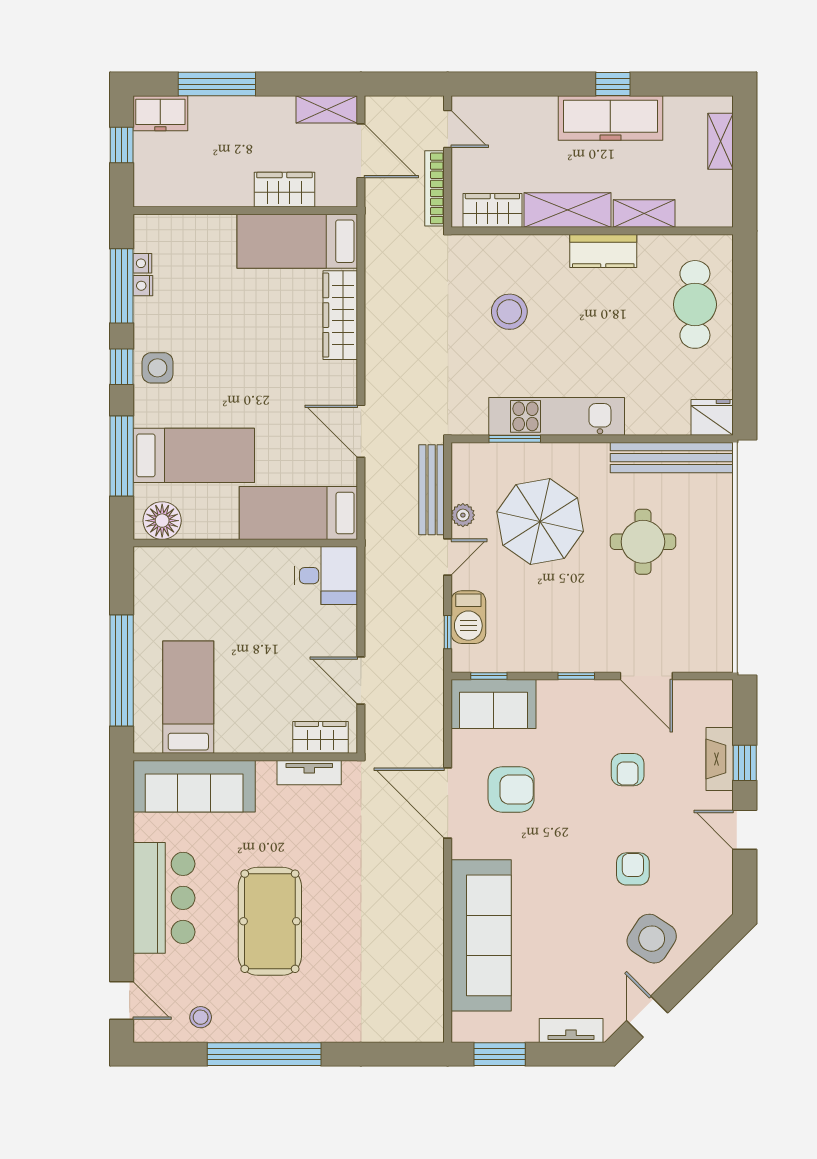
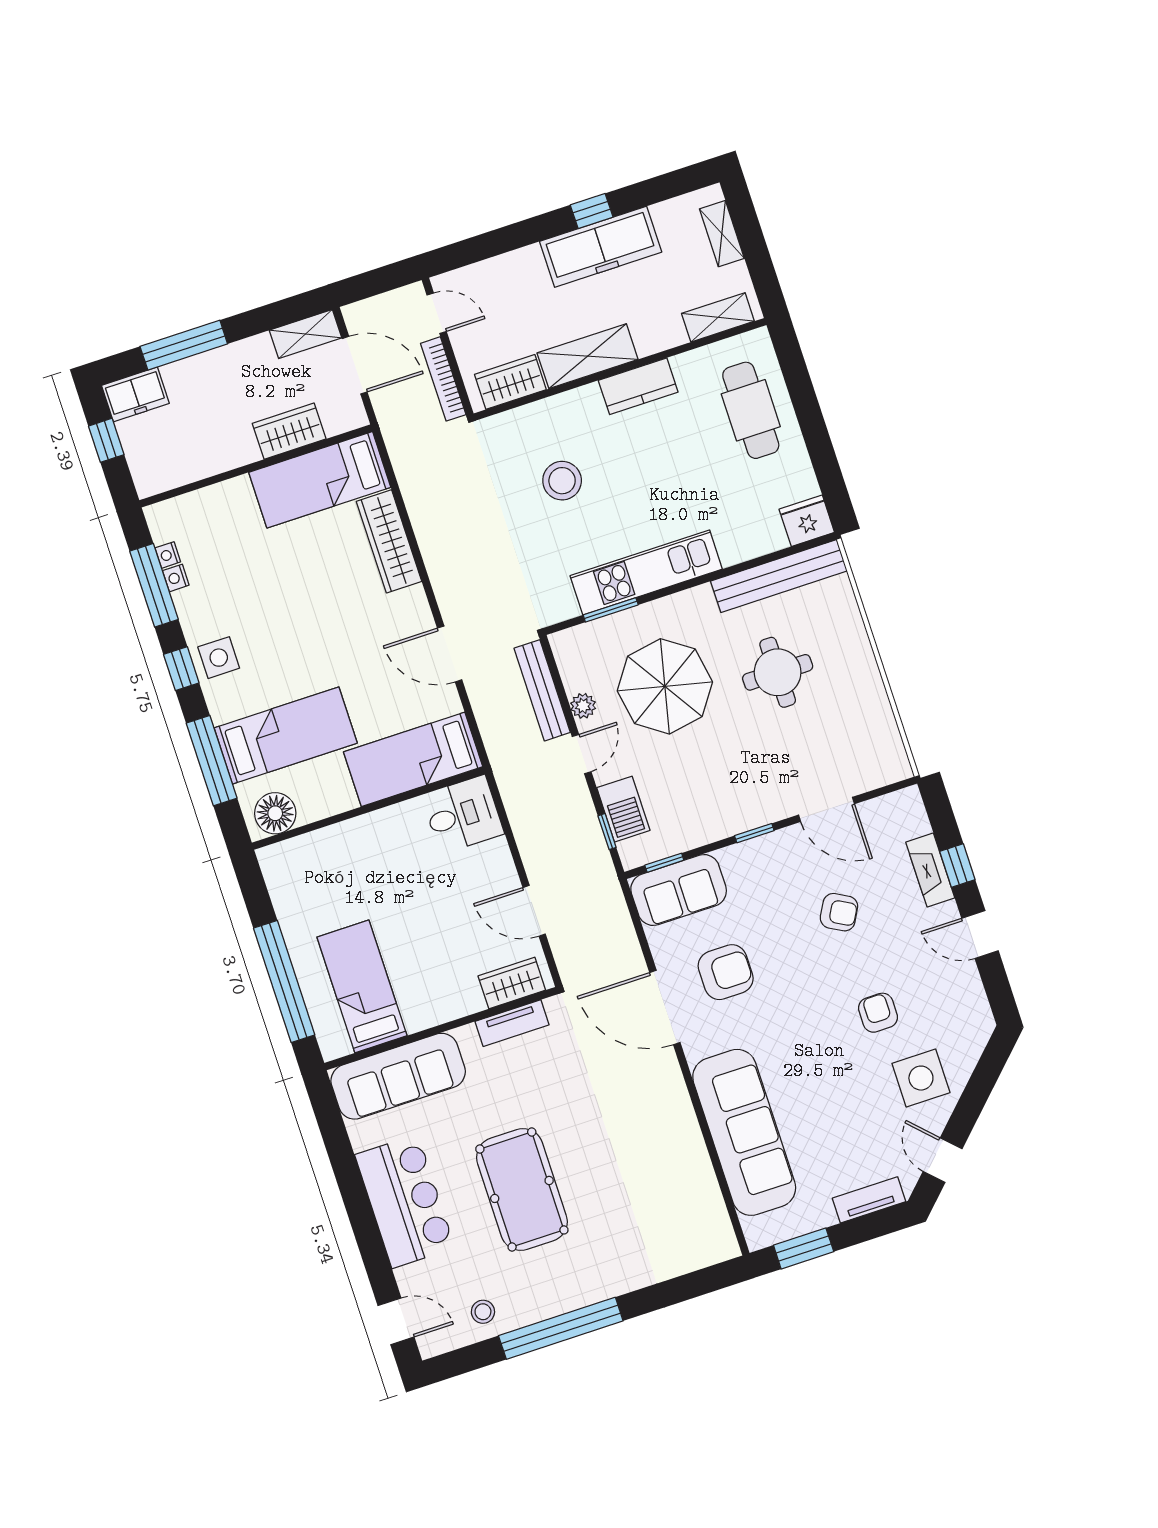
shelving: (644, 213) -> (718, 317), moved
armchair: (628, 770) -> (839, 912), turned -61
side table: (652, 939) -> (921, 1078), turned -33

